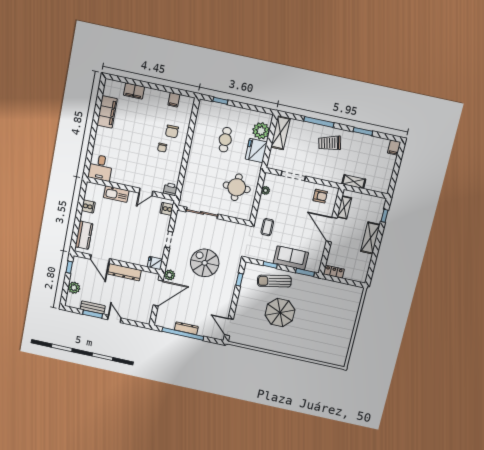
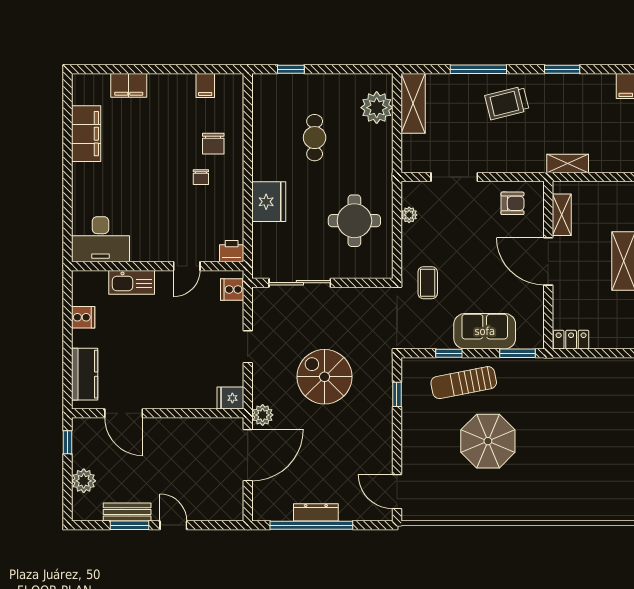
fridge: (256, 151) -> (269, 202), moved, turned 180
desk: (100, 168) -> (101, 239), width x1.37
dresser: (124, 272) -> (175, 429), removed

